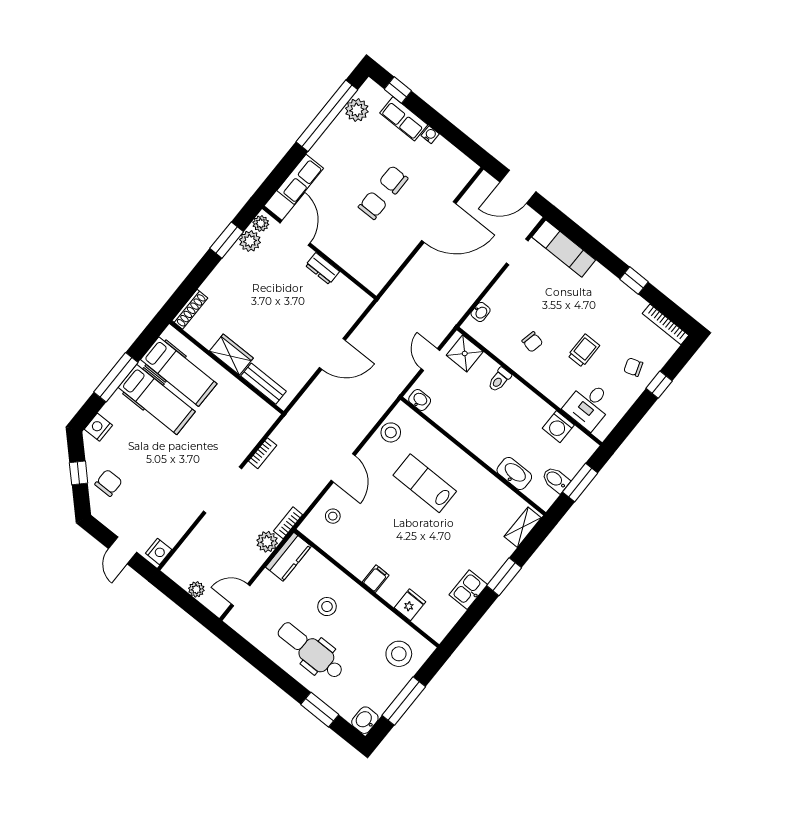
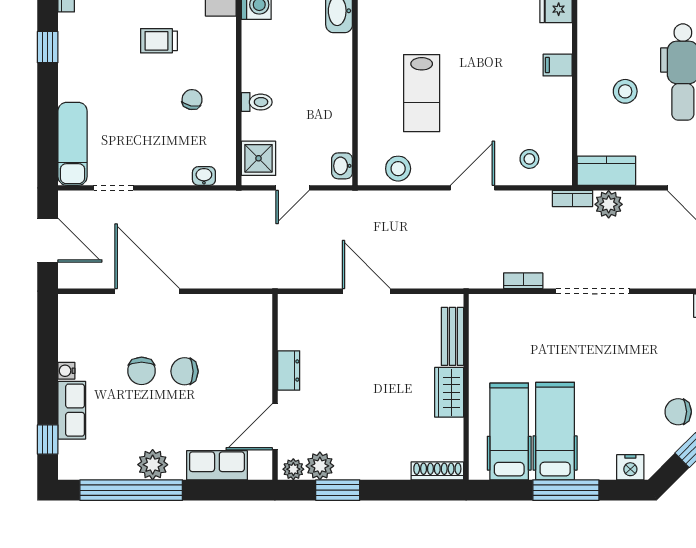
plant: (357, 110) -> (153, 465), moved

